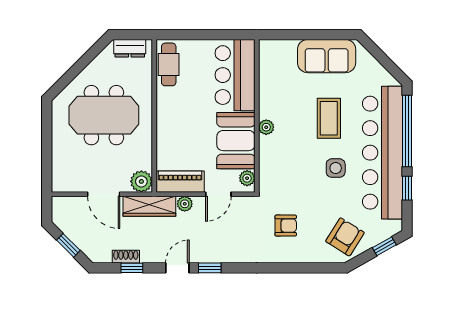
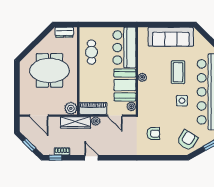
sofa: (327, 56) -> (171, 37), width x1.36
cafe table: (169, 64) -> (91, 52), moved
door: (104, 194) -> (39, 116), moved
door: (218, 194) -> (115, 116), hinge flipped
window: (132, 268) -> (55, 158), moved
door: (177, 268) -> (91, 158), hinge flipped
window: (210, 268) -> (110, 158), removed

